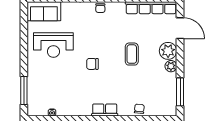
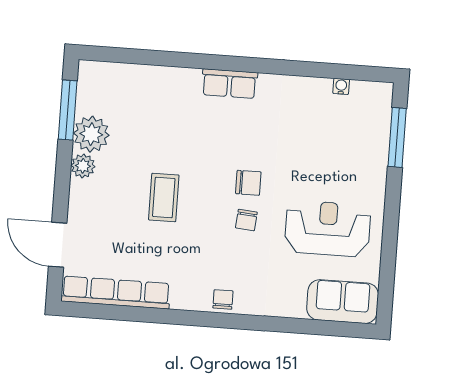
plant: (168, 51) -> (91, 134), moved
chair: (139, 109) -> (246, 220), moved

